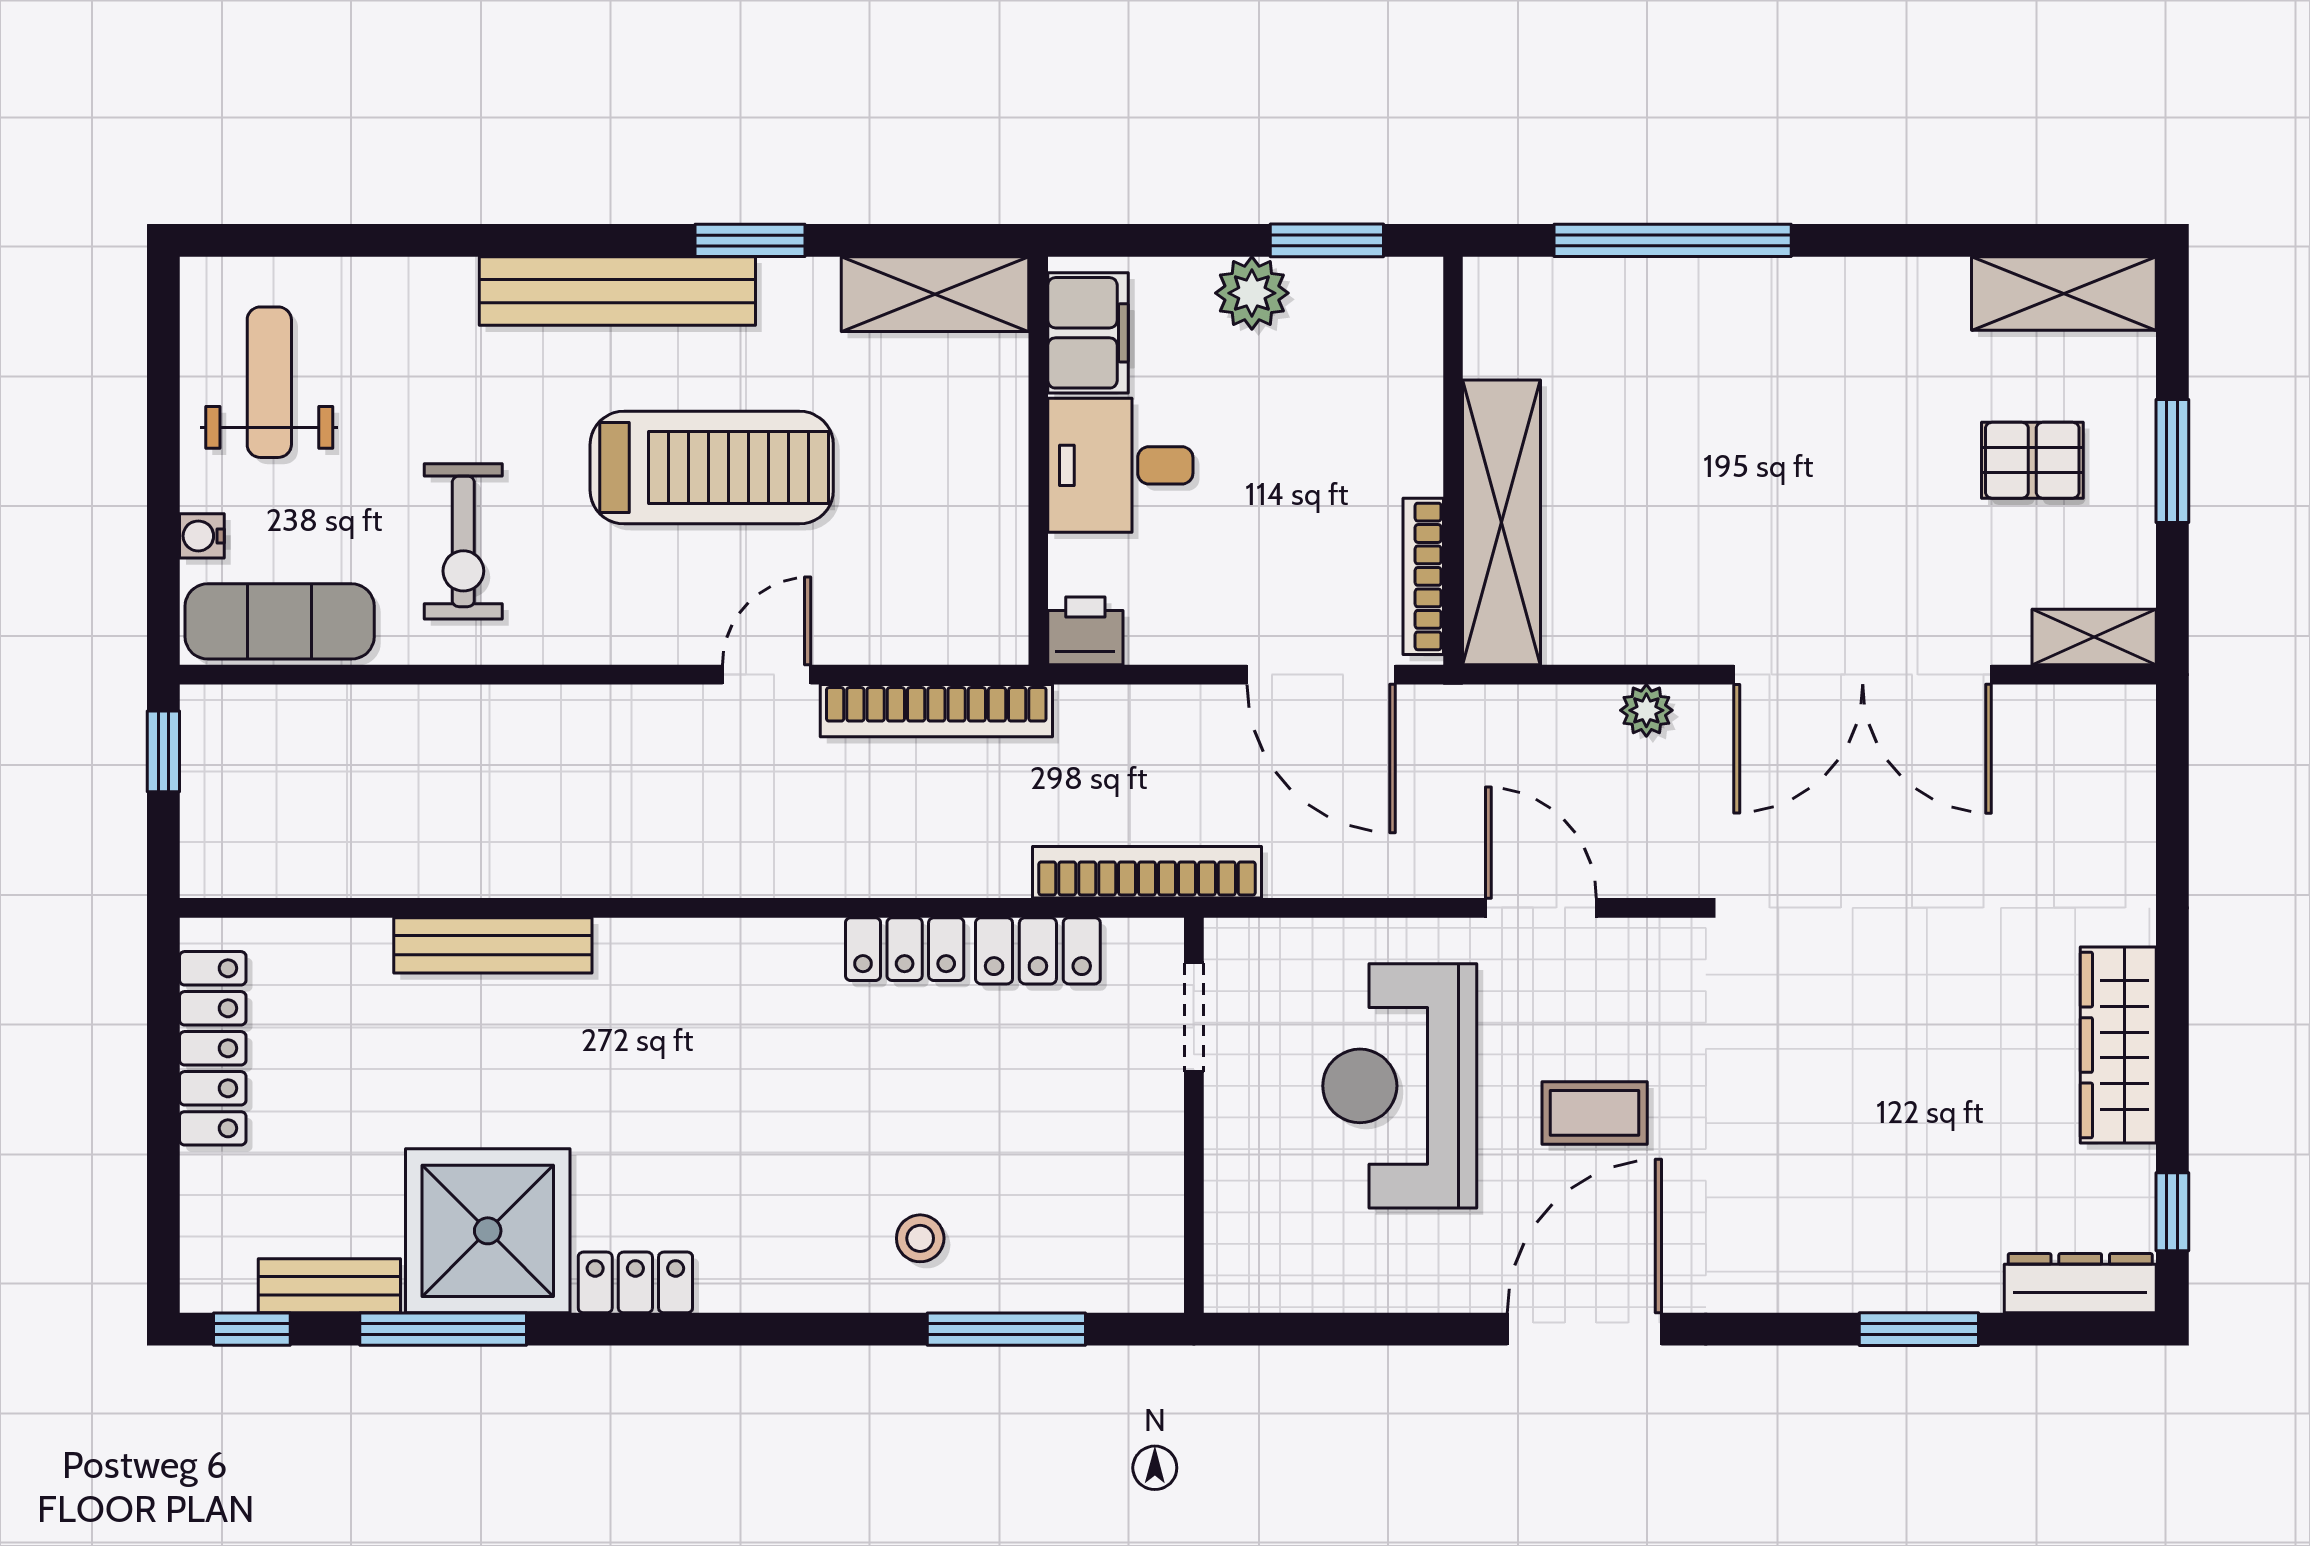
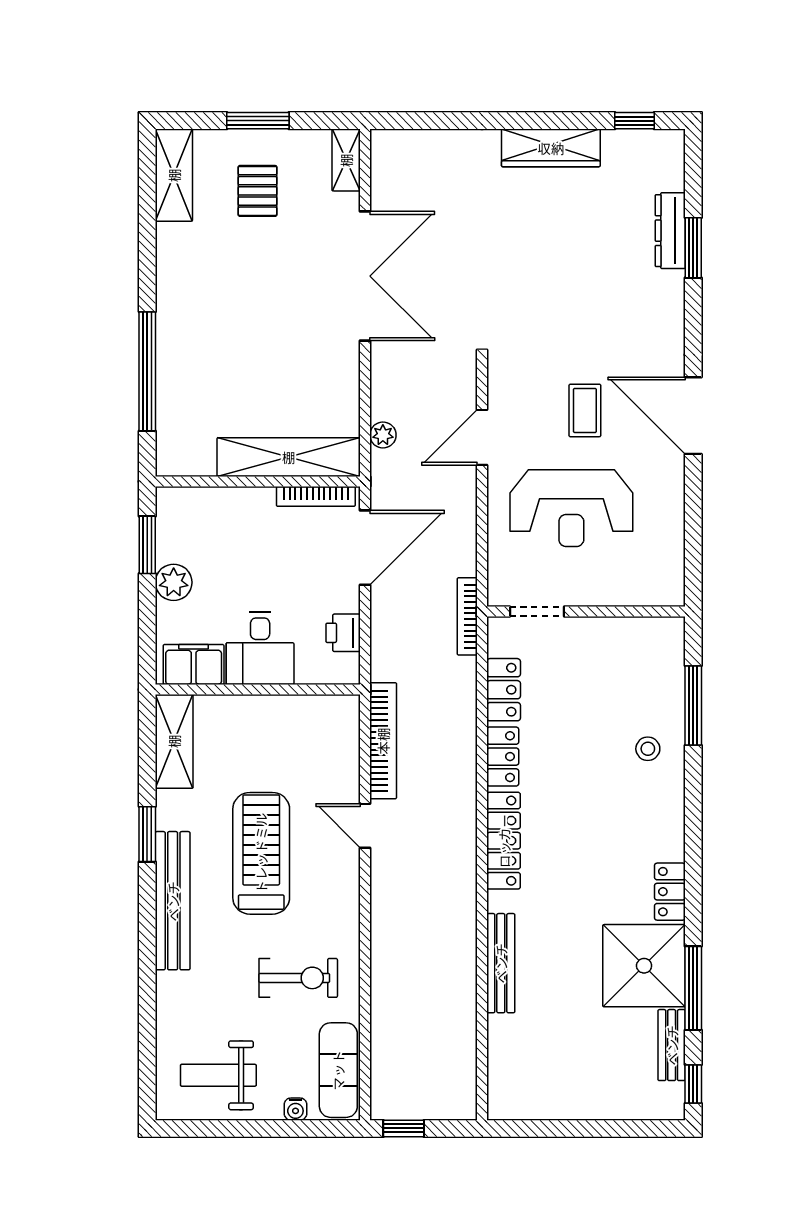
printer: (1085, 631) -> (343, 633), moved
plant: (1646, 710) -> (383, 435), moved
bookcase: (1147, 872) -> (467, 616), width x0.68, depth x0.76
locker: (213, 1048) -> (504, 841), moved, turned 90
dresser: (2080, 1283) -> (670, 231), moved

